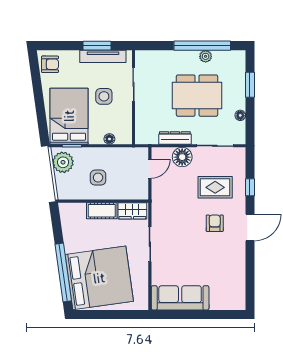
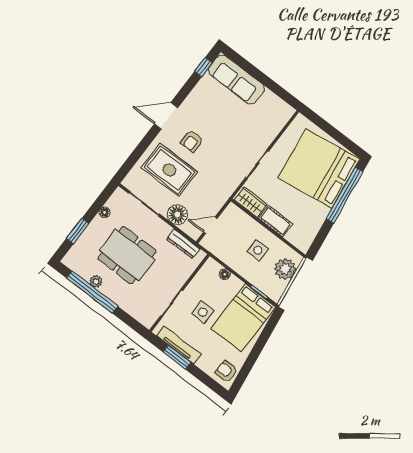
dresser: (175, 138) -> (183, 244), moved
plant: (63, 162) -> (285, 269), moved
rug: (215, 187) -> (169, 170), width x1.36, depth x1.43
window: (250, 187) -> (203, 67), moved
sofa: (180, 298) -> (236, 80), moved

